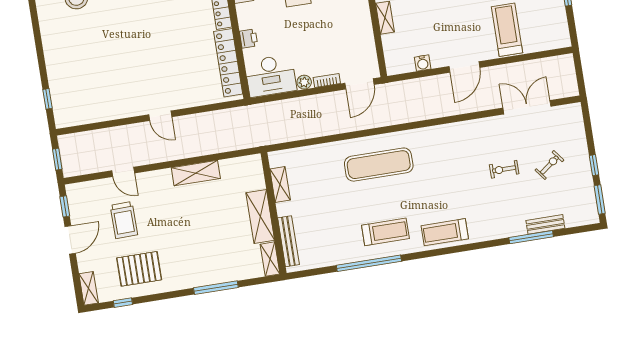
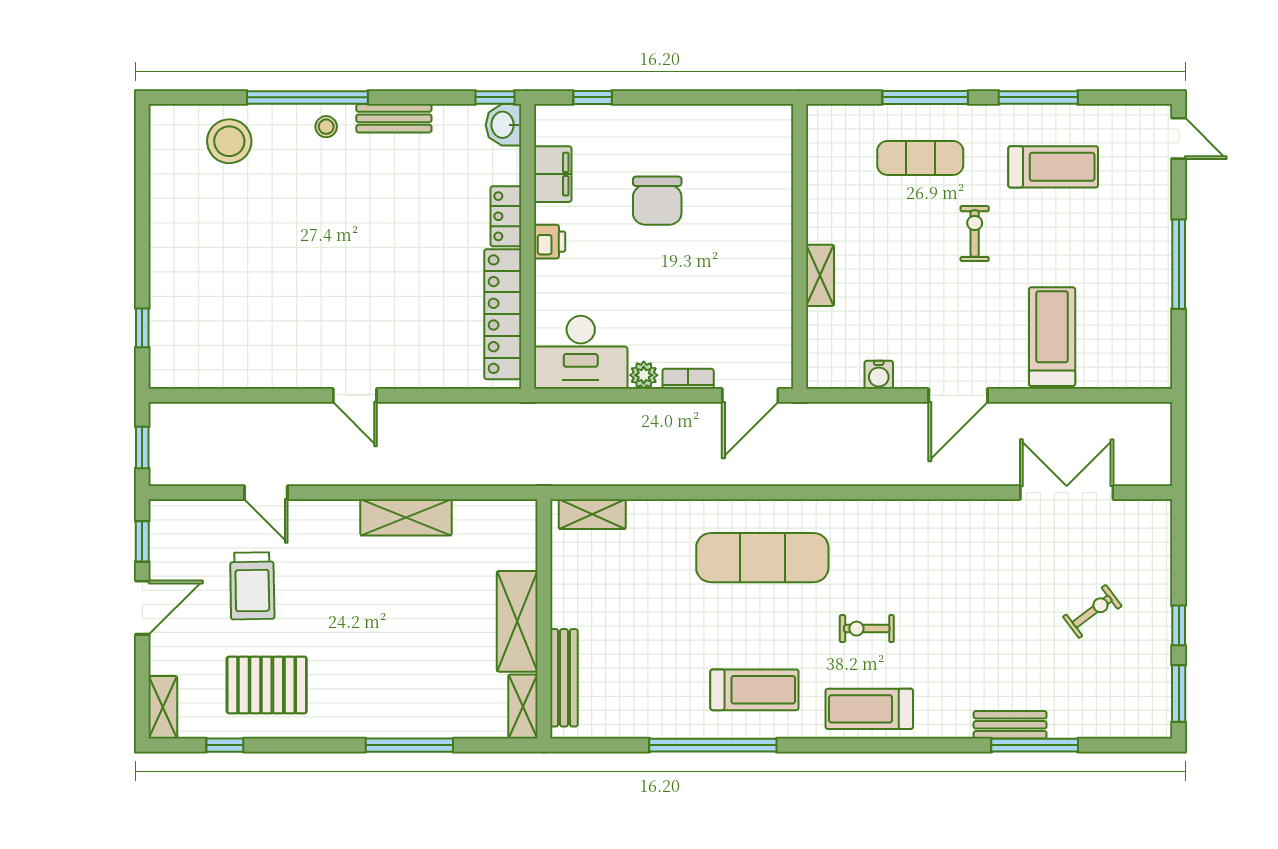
printer: (249, 39) -> (550, 242), moved
exercise bike: (504, 169) -> (867, 629), moved
shelving: (280, 184) -> (592, 514), moved, turned 90
bench: (545, 224) -> (1010, 725), moved

